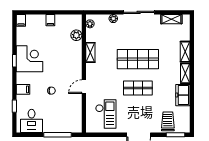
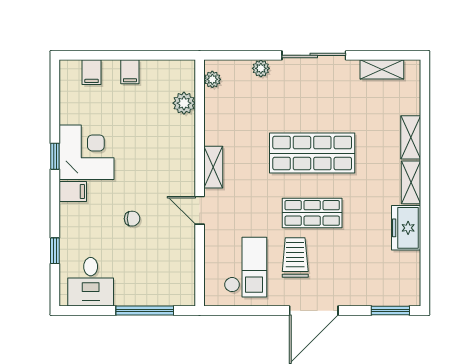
filing cabinet: (21, 20) -> (92, 72), moved
shelving: (90, 52) -> (213, 167), moved
door: (84, 87) -> (200, 210), hinge flipped
filing cabinet: (23, 89) -> (73, 191), moved
trolley: (168, 121) -> (295, 257), moved

